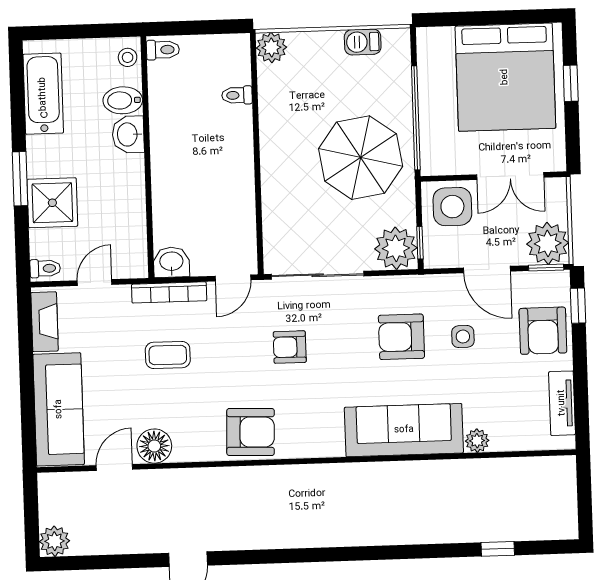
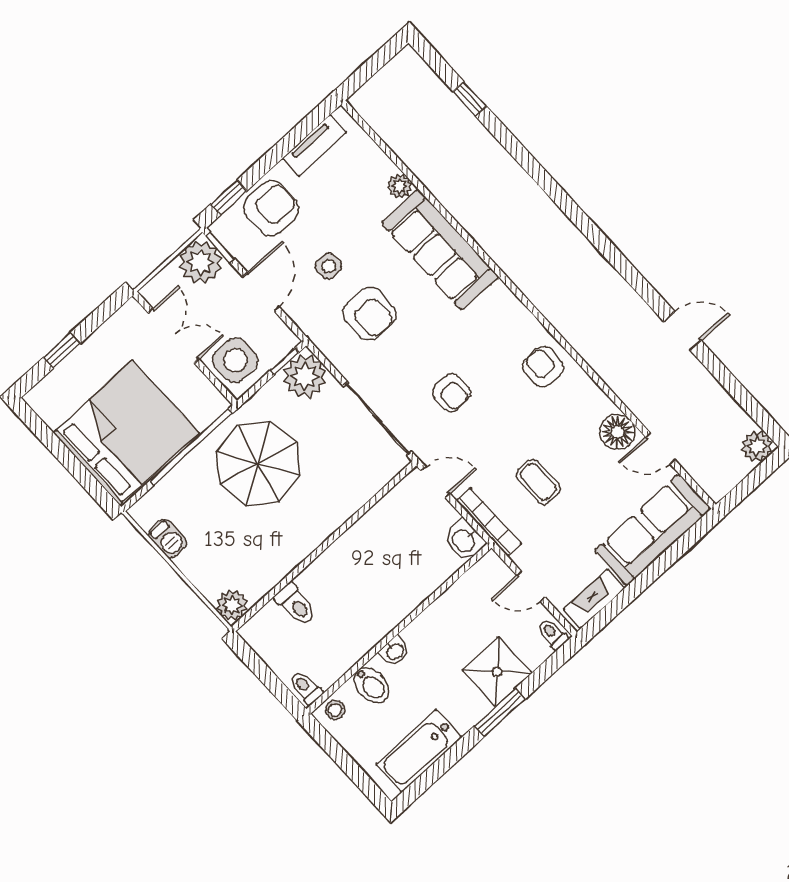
bed: (505, 77) -> (126, 433), moved
toilet: (237, 95) -> (296, 605), width x1.37, depth x1.39
washbasin: (128, 134) -> (395, 651), width x0.72, depth x0.69
armchair: (251, 432) -> (543, 367), width x0.72, depth x0.72

